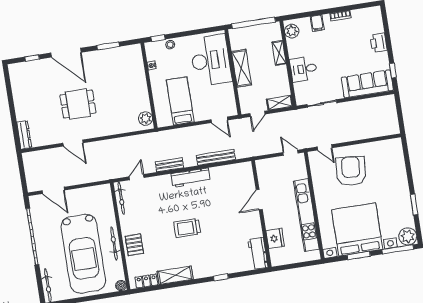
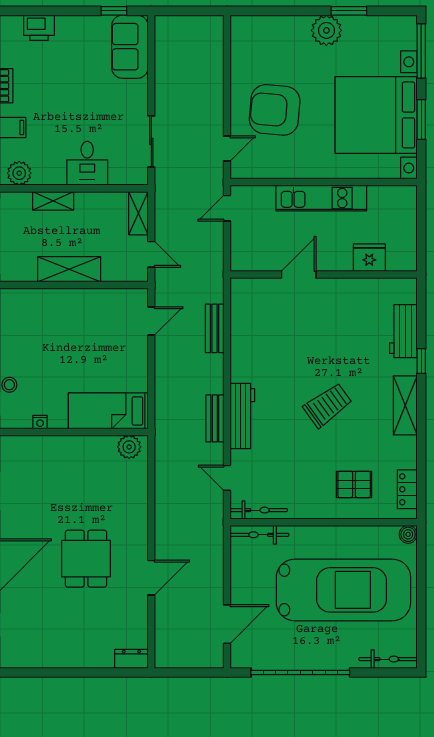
printer: (379, 43) -> (39, 28), moved
desk: (211, 60) -> (47, 320), removed
sofa: (367, 84) -> (130, 47), width x0.73
bed: (180, 101) -> (108, 411), moved
dresser: (24, 135) -> (131, 659), width x0.70
bench: (216, 157) -> (215, 328), width x0.73
workbench: (191, 178) -> (242, 416), moved
door: (259, 200) -> (299, 274), swing flipped
kitchen unit: (306, 215) -> (321, 198), width x0.73
trolley: (187, 228) -> (328, 405), turned -126
plant: (408, 236) -> (326, 30), moved
bicycle: (114, 243) -> (259, 535), moved
pallet: (134, 245) -> (354, 484), moved
workbench: (258, 254) -> (403, 331), moved, turned 90
shelving: (175, 275) -> (405, 405), moved

